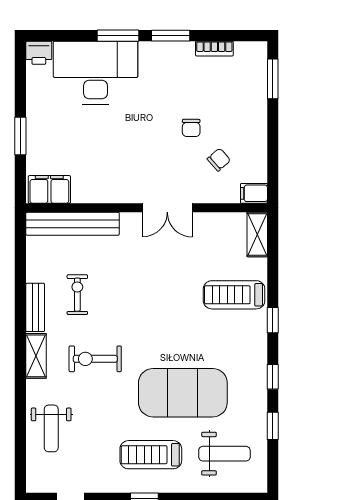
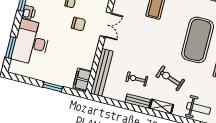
window: (118, 36) -> (11, 47), moved
printer: (39, 53) -> (29, 12), moved
chair: (155, 155) -> (78, 24), added
exercise bike: (95, 359) -> (170, 78), turned 109

